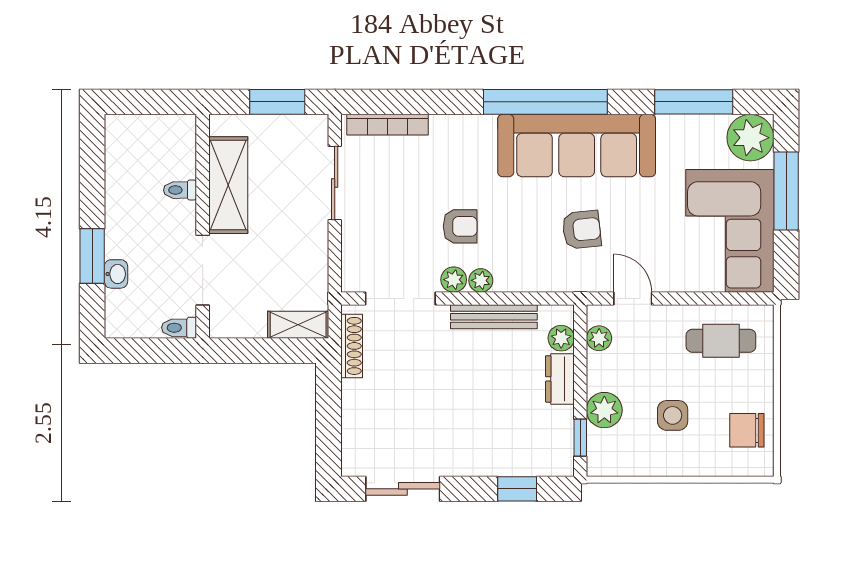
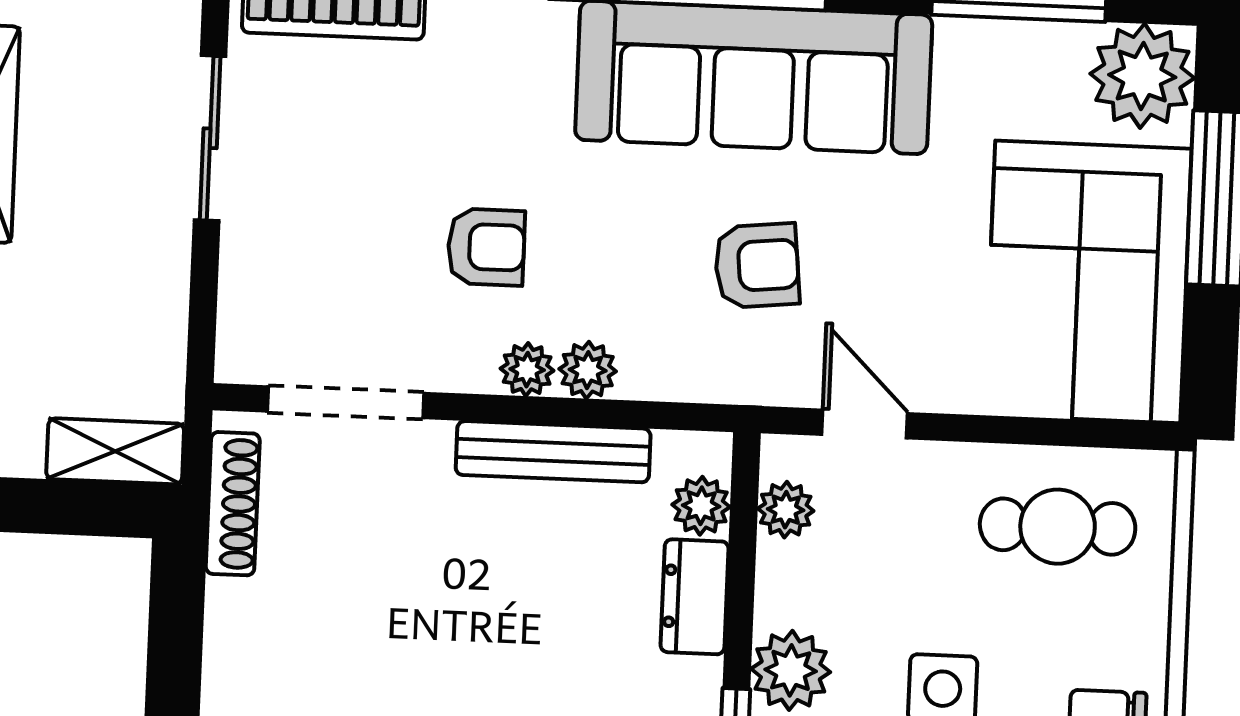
plant: (454, 280) -> (588, 370), moved

